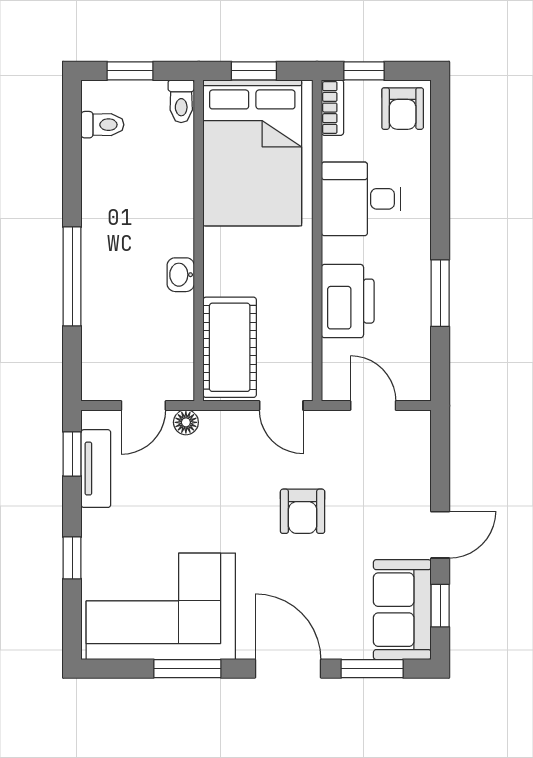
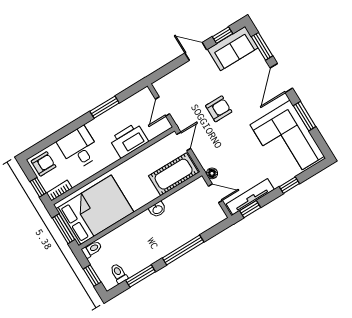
window: (254, 71) -> (64, 229), width x1.50
window: (72, 164) -> (141, 276), added
desk: (361, 199) -> (79, 148), moved, turned 180
tv unit: (96, 469) -> (250, 197), width x1.41

